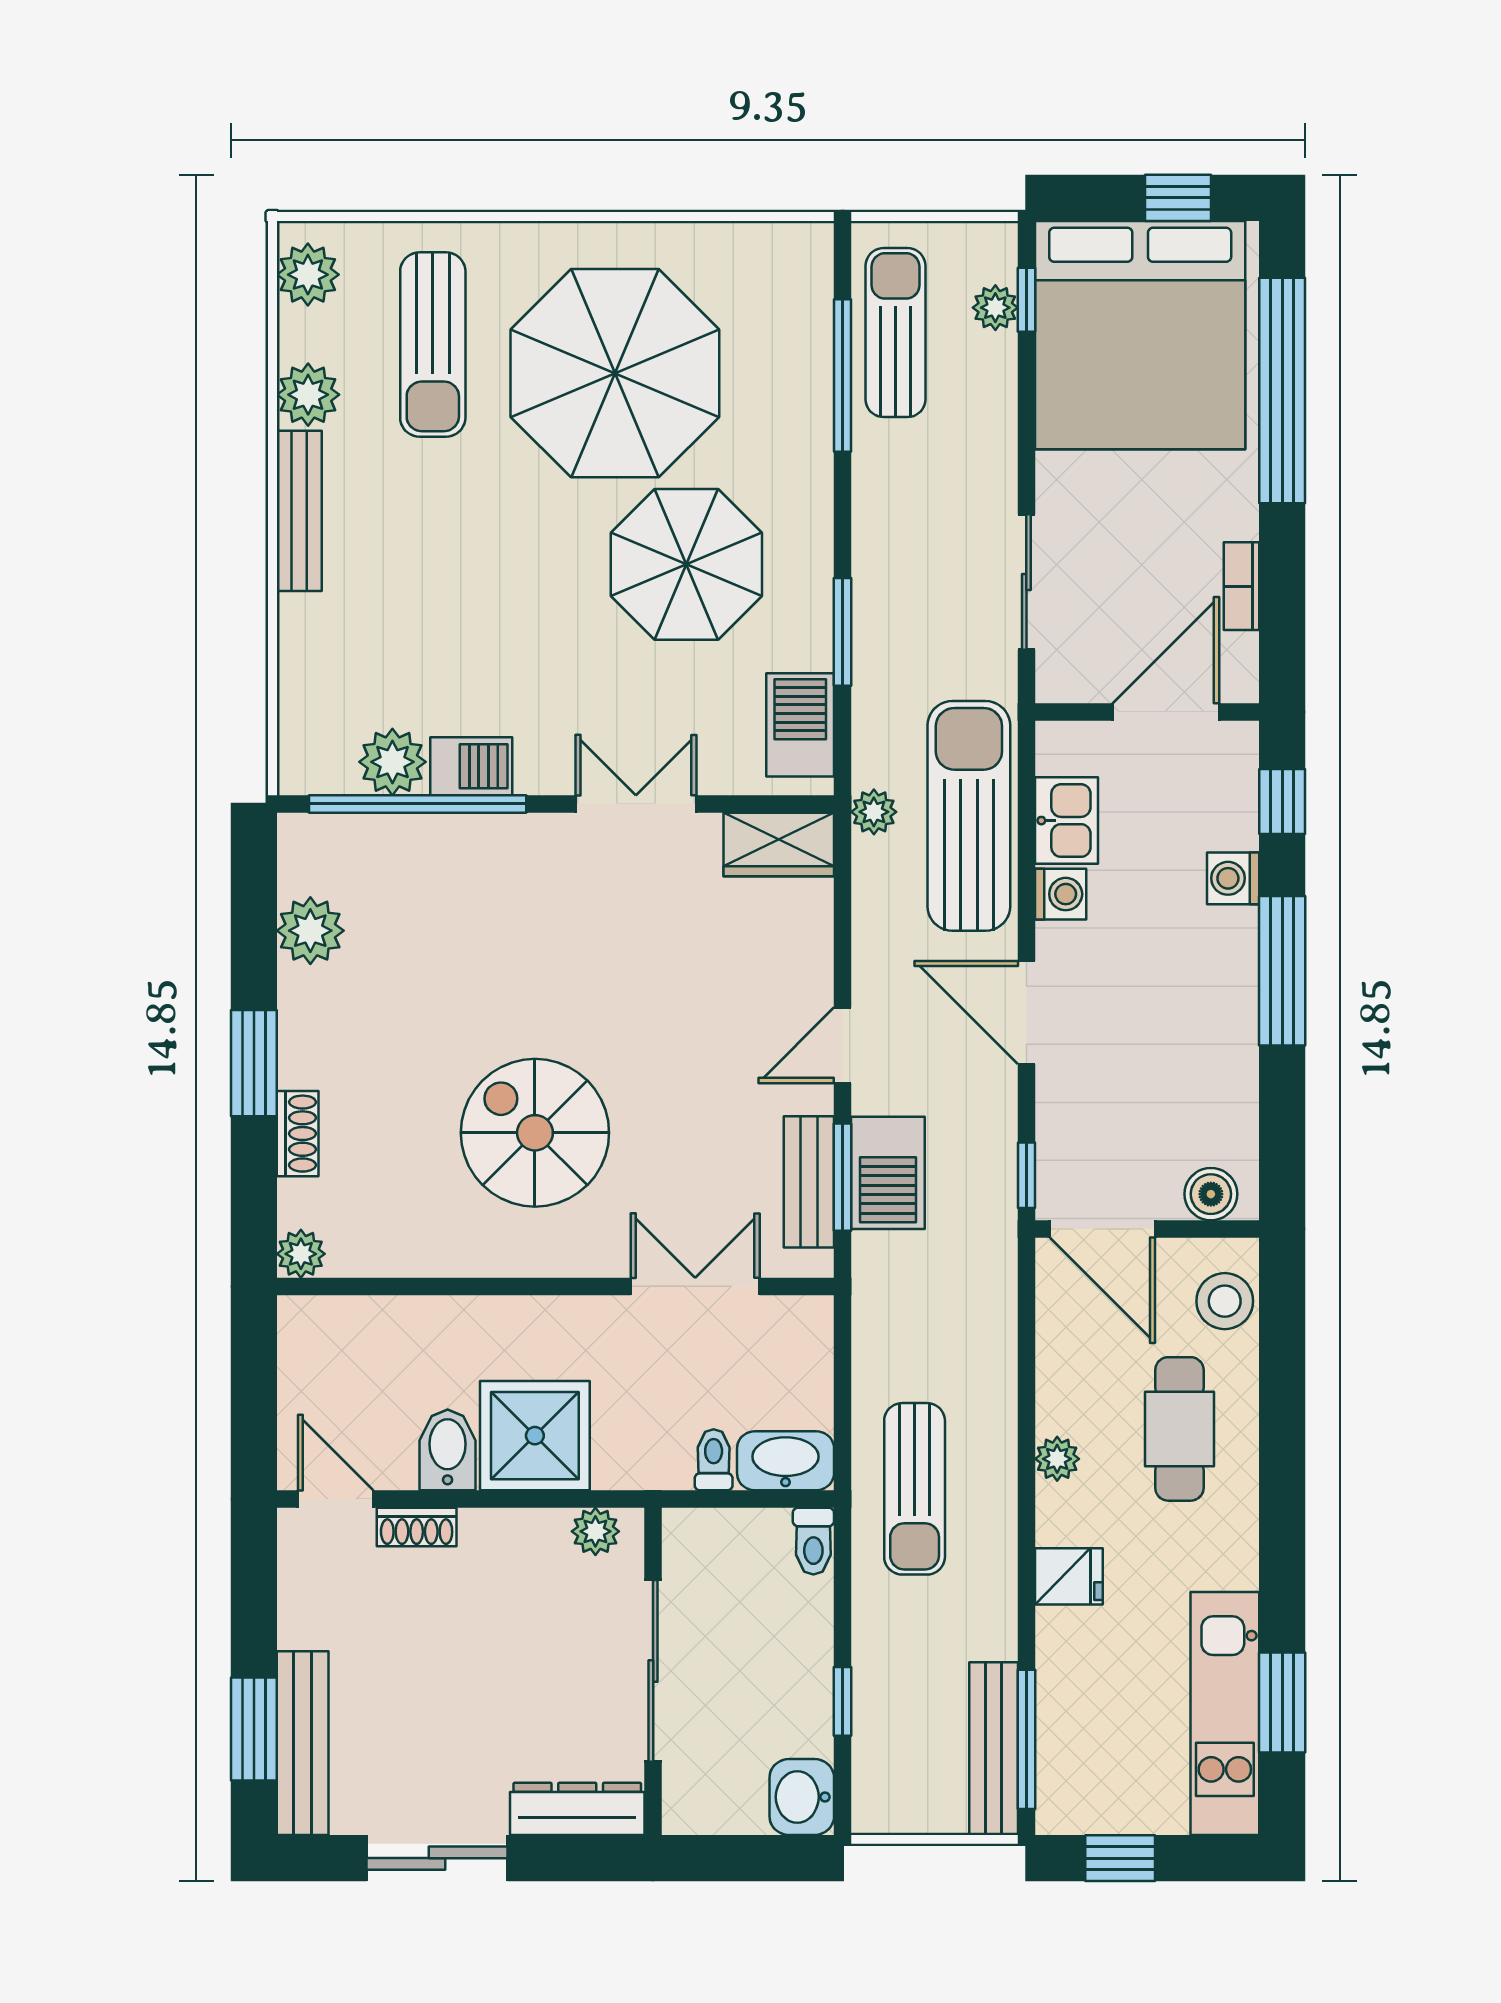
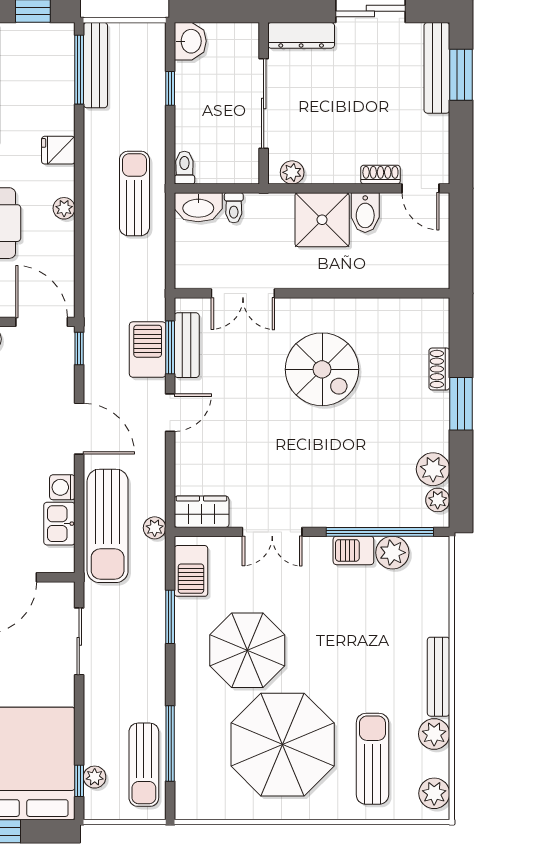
plant: (301, 1254) -> (438, 500), moved

